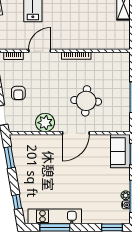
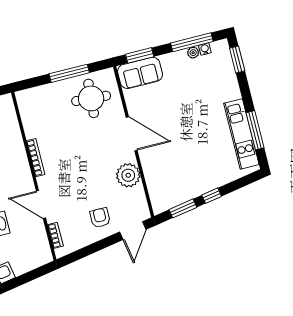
armchair: (18, 93) -> (100, 218), turned -90
round table: (86, 101) -> (91, 98), moved
window: (17, 202) -> (212, 196), moved

